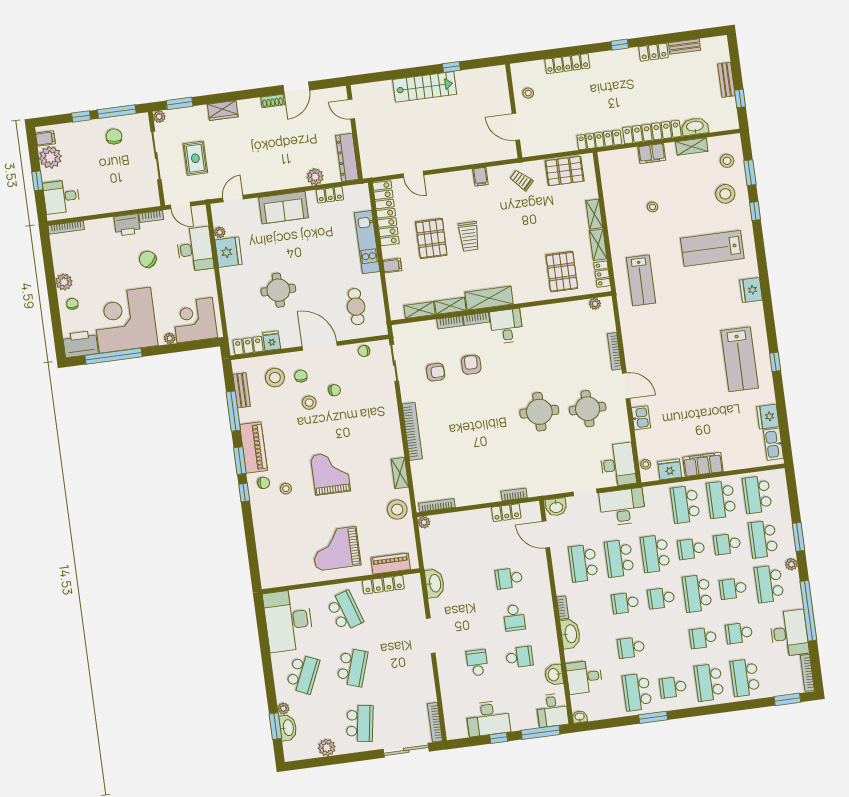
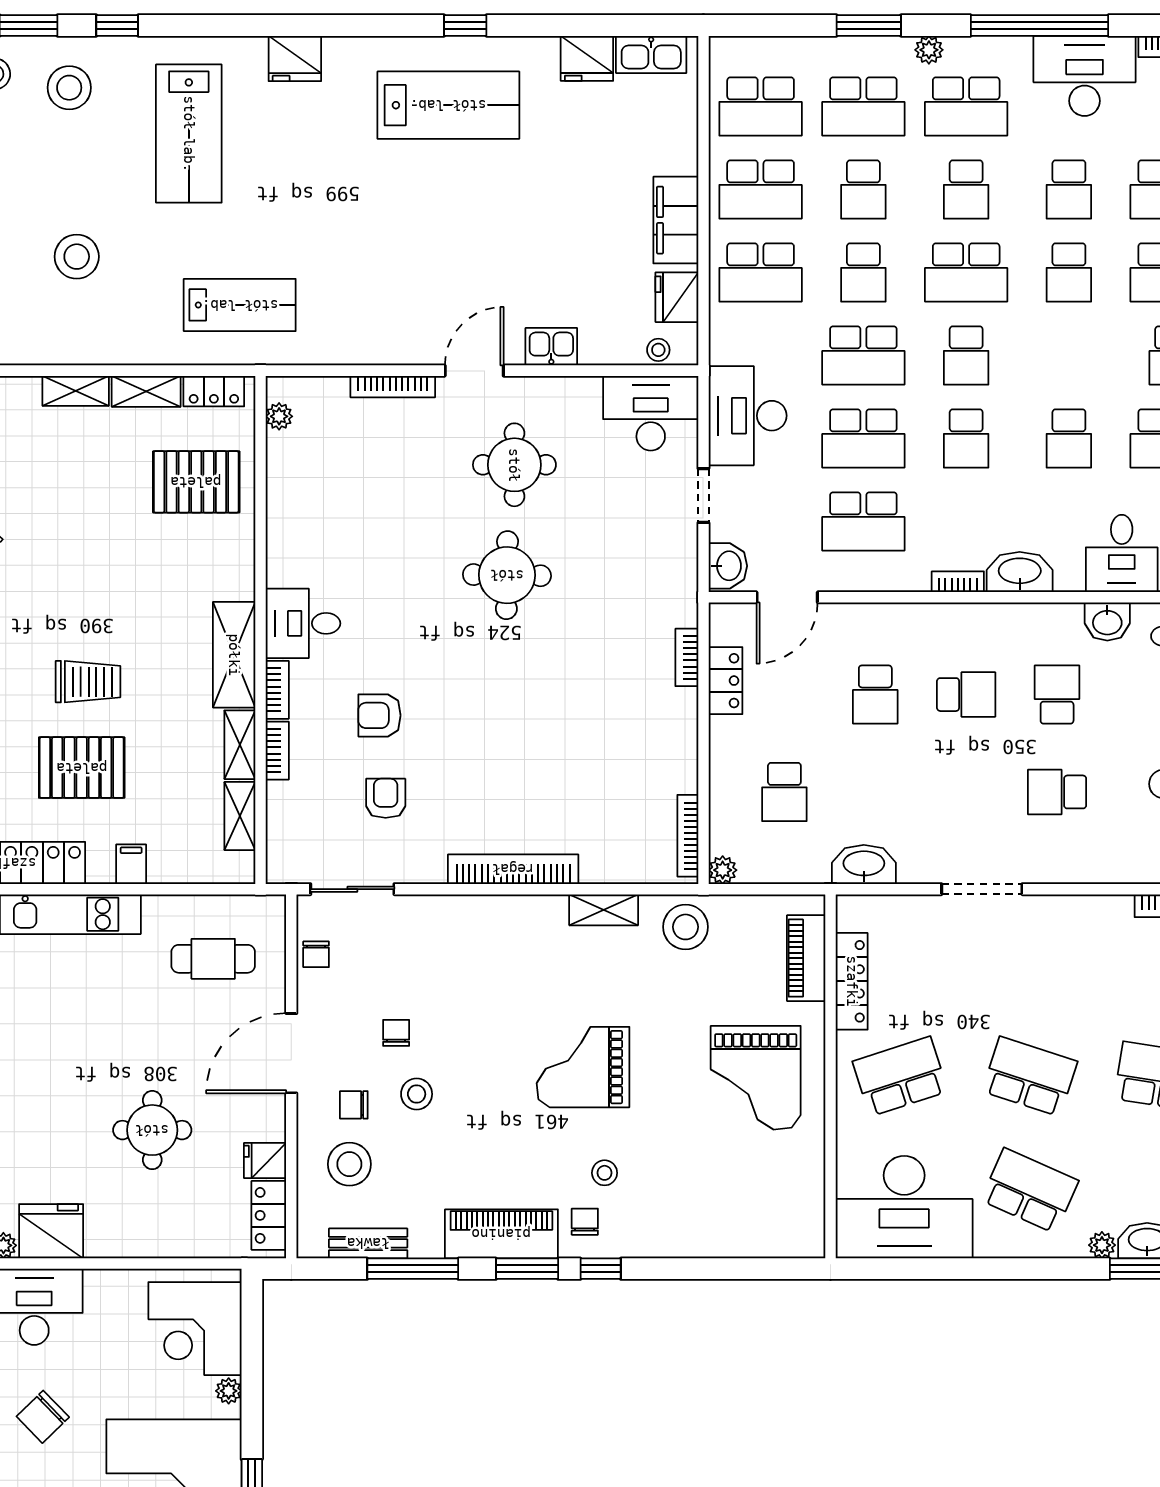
stool: (653, 207) -> (77, 257), width x1.89, depth x1.89
school desk: (461, 545) -> (784, 792), added

